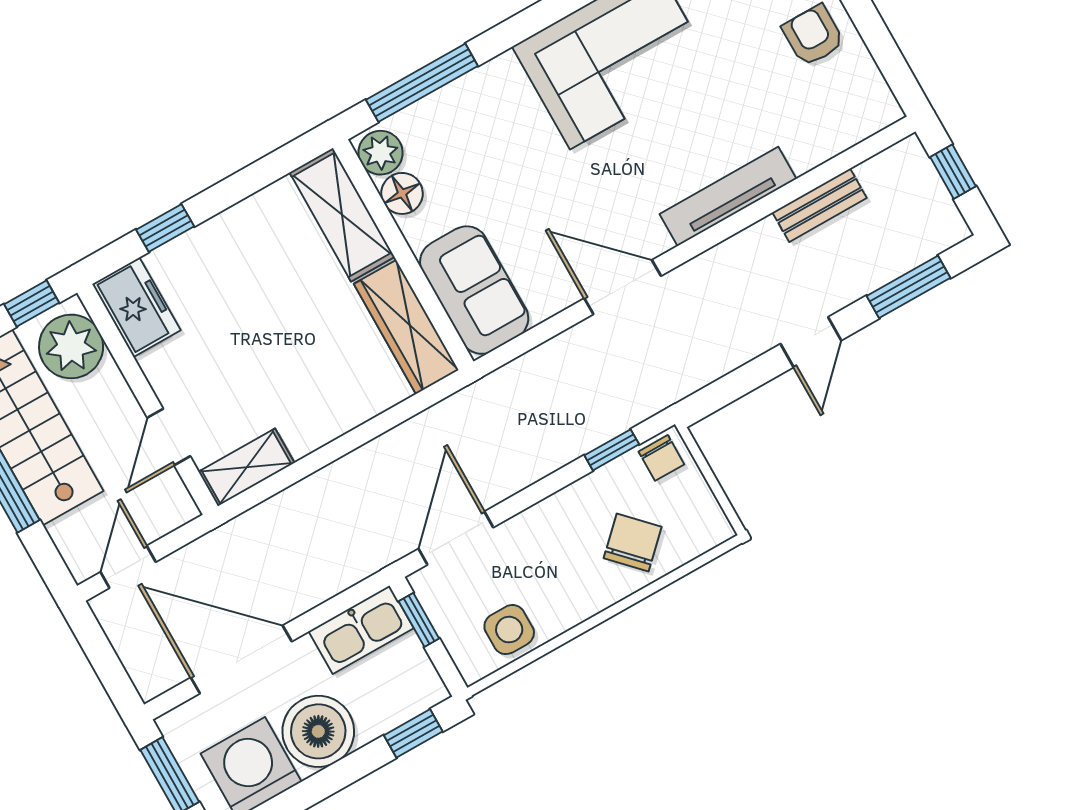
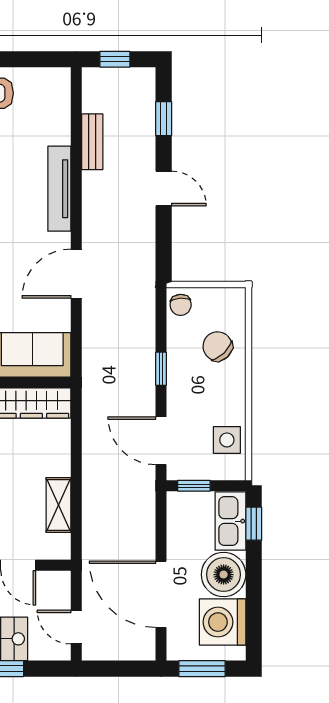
window: (909, 287) -> (164, 119), width x0.67
window: (612, 450) -> (161, 369), moved
chair: (661, 458) -> (181, 305), turned 86
shelving: (246, 467) -> (59, 505), moved
kitchen sink: (361, 630) -> (230, 521), moved, turned 180
door: (241, 659) -> (161, 594), hinge flipped

